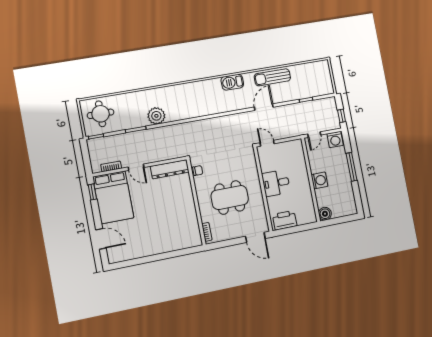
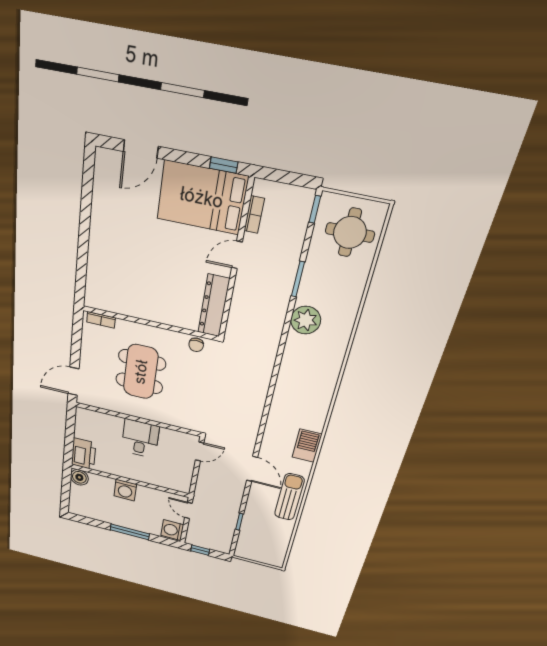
printer: (285, 220) -> (84, 454), moved

